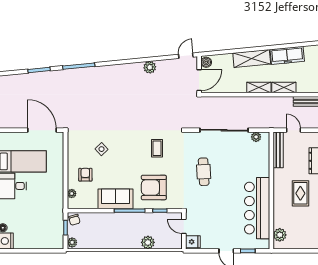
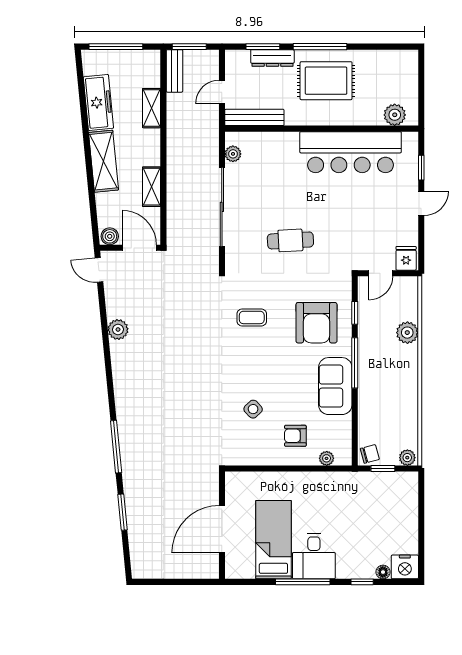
shelving: (259, 88) -> (151, 187), moved
door: (42, 130) -> (222, 529), moved
rug: (300, 193) -> (326, 81), width x1.36, depth x1.43

